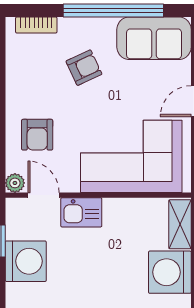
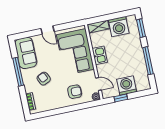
window: (113, 11) -> (18, 72), width x0.68
door: (44, 195) -> (98, 84), swing flipped
kitchen sink: (81, 212) -> (100, 55), moved

